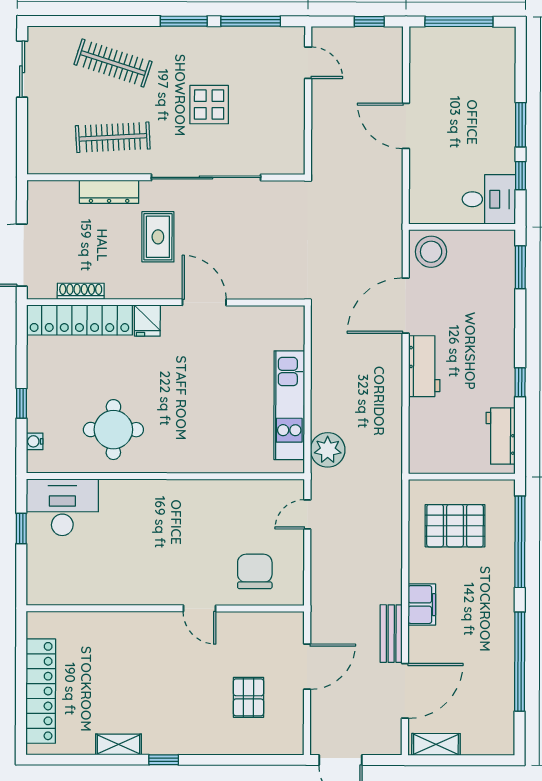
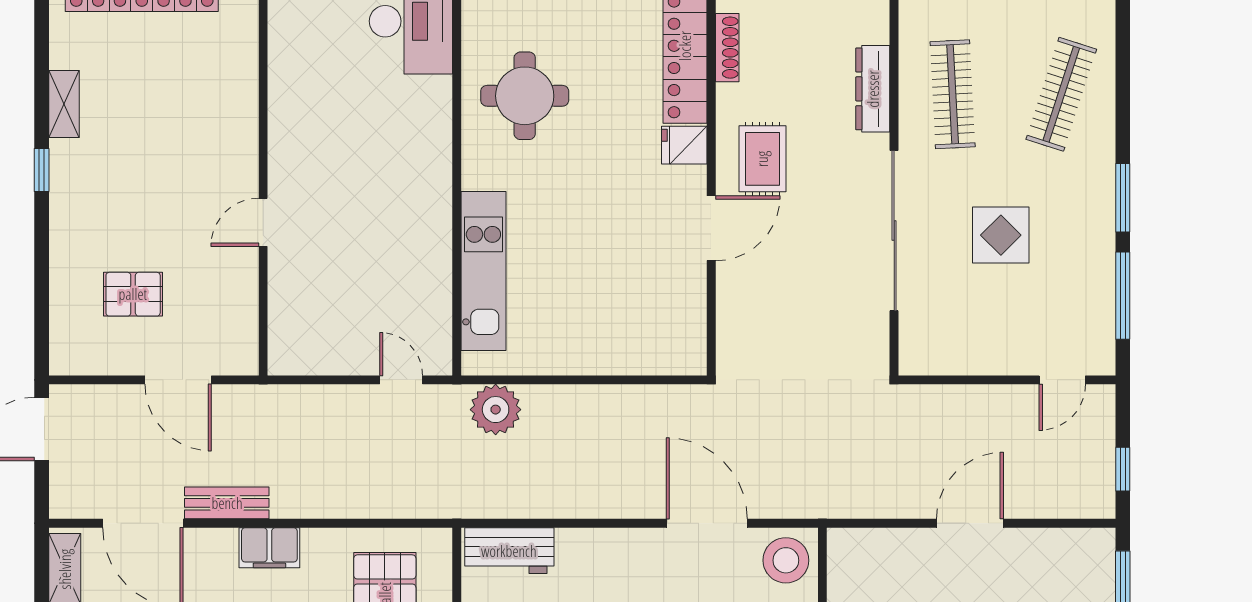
rug: (158, 237) -> (762, 159), moved, turned 90
workbench: (424, 366) -> (509, 551), moved
kitchen unit: (289, 405) -> (483, 271), moved, turned 90
chair: (255, 571) -> (317, 303), removed

